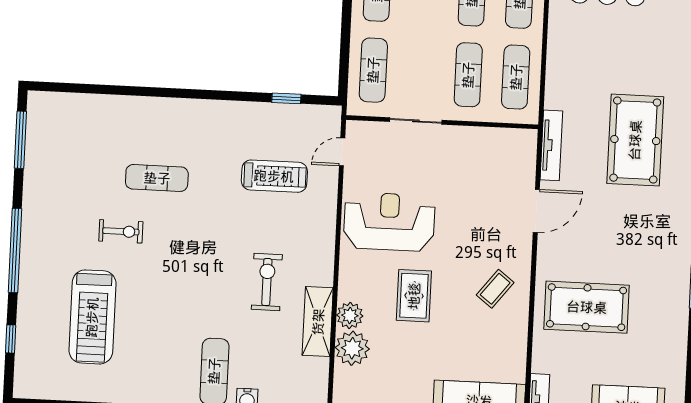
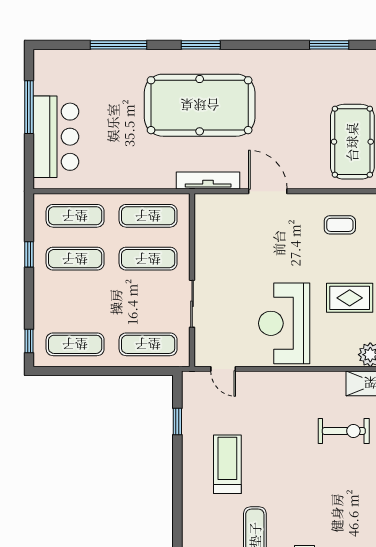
pool table: (635, 140) -> (200, 105), width x1.36, depth x1.32
treadmill: (274, 176) -> (227, 464), moved
exercise bike: (267, 282) -> (344, 431), turned 180
coffee table: (495, 289) -> (340, 225), turned -38

